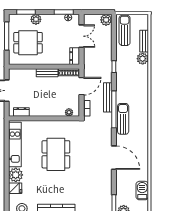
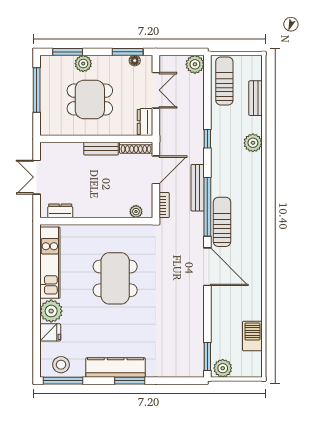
dining table: (28, 43) -> (90, 99), moved
plant: (143, 59) -> (253, 143), moved
door: (114, 158) -> (207, 267), moved

